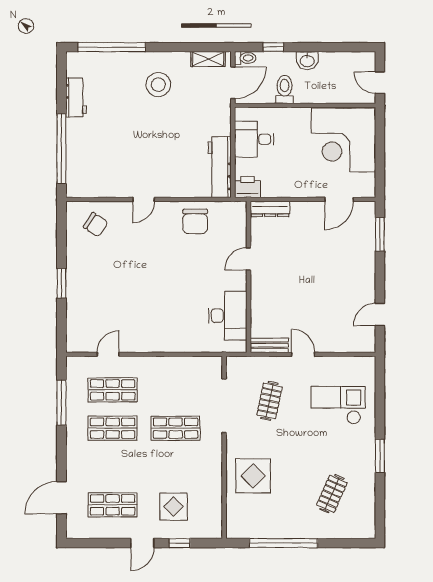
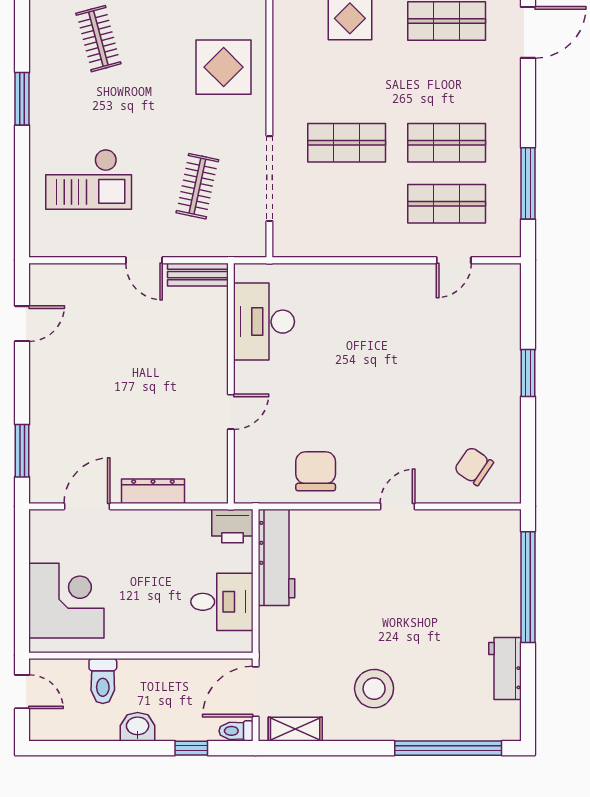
toilet: (284, 89) -> (103, 681), moved
corner desk: (343, 140) -> (66, 601), width x0.74, depth x0.74
dresser: (270, 209) -> (153, 491), moved
clothes rail: (332, 494) -> (98, 39), turned -39

